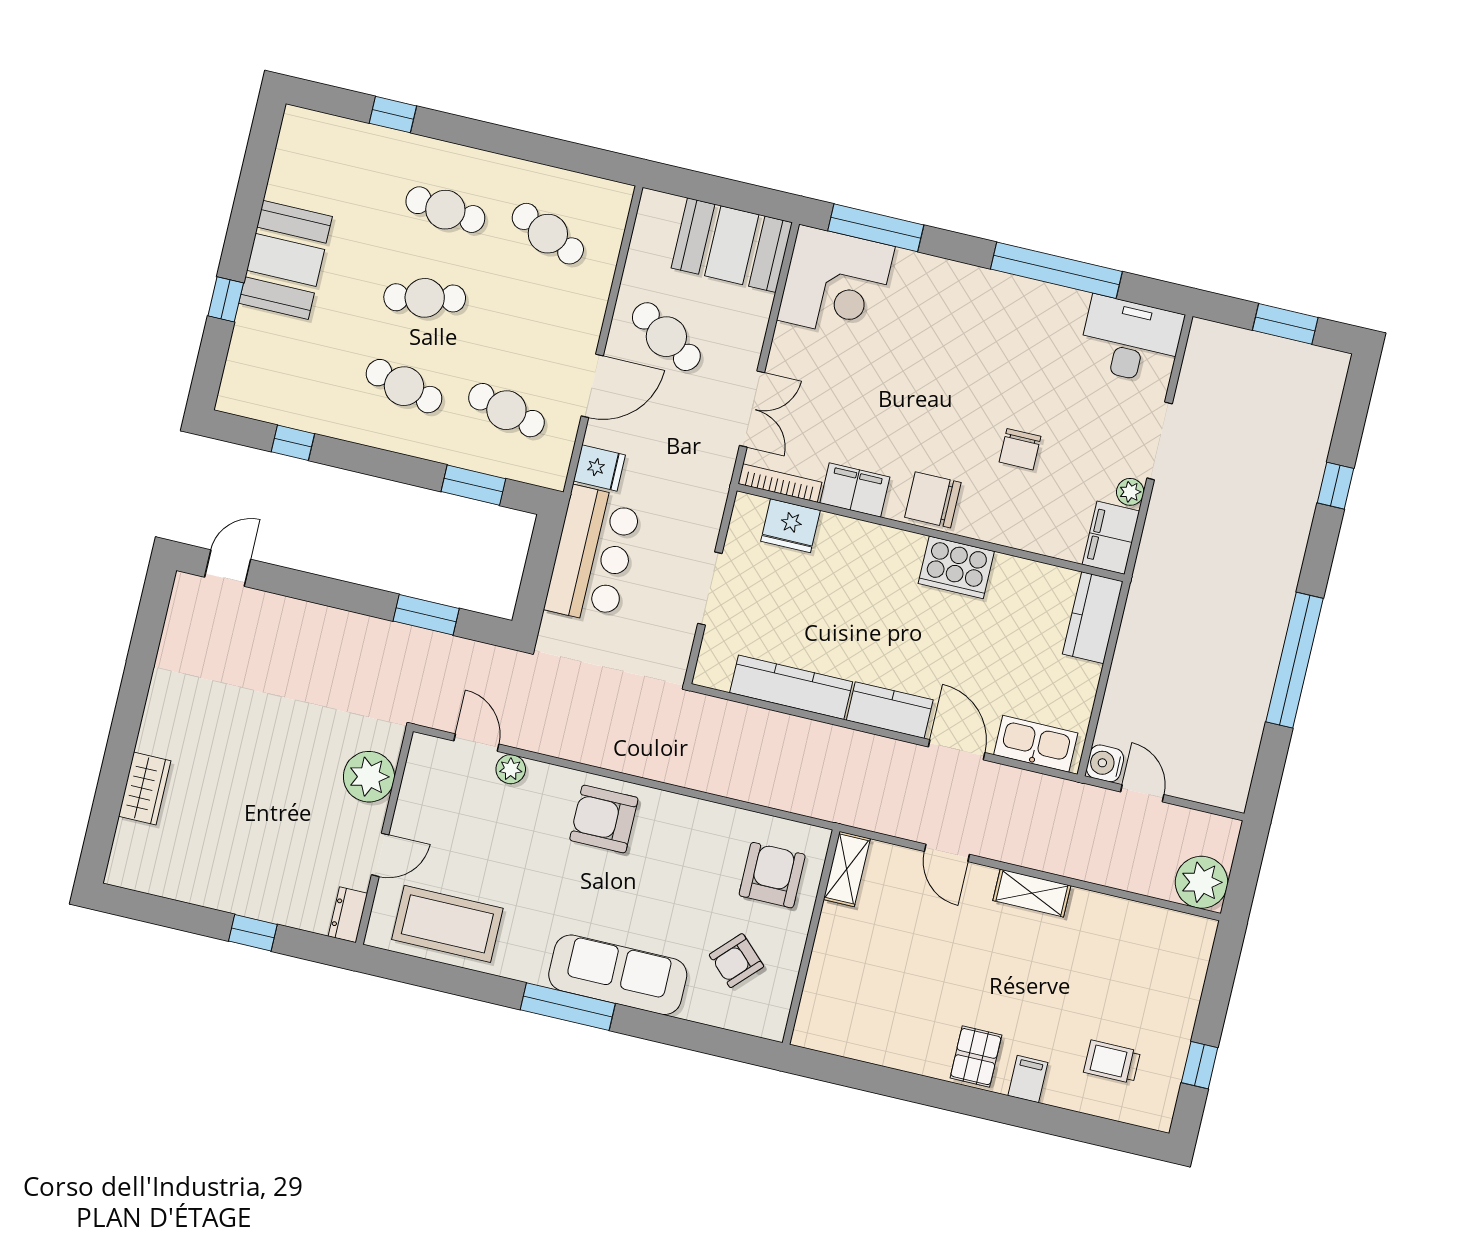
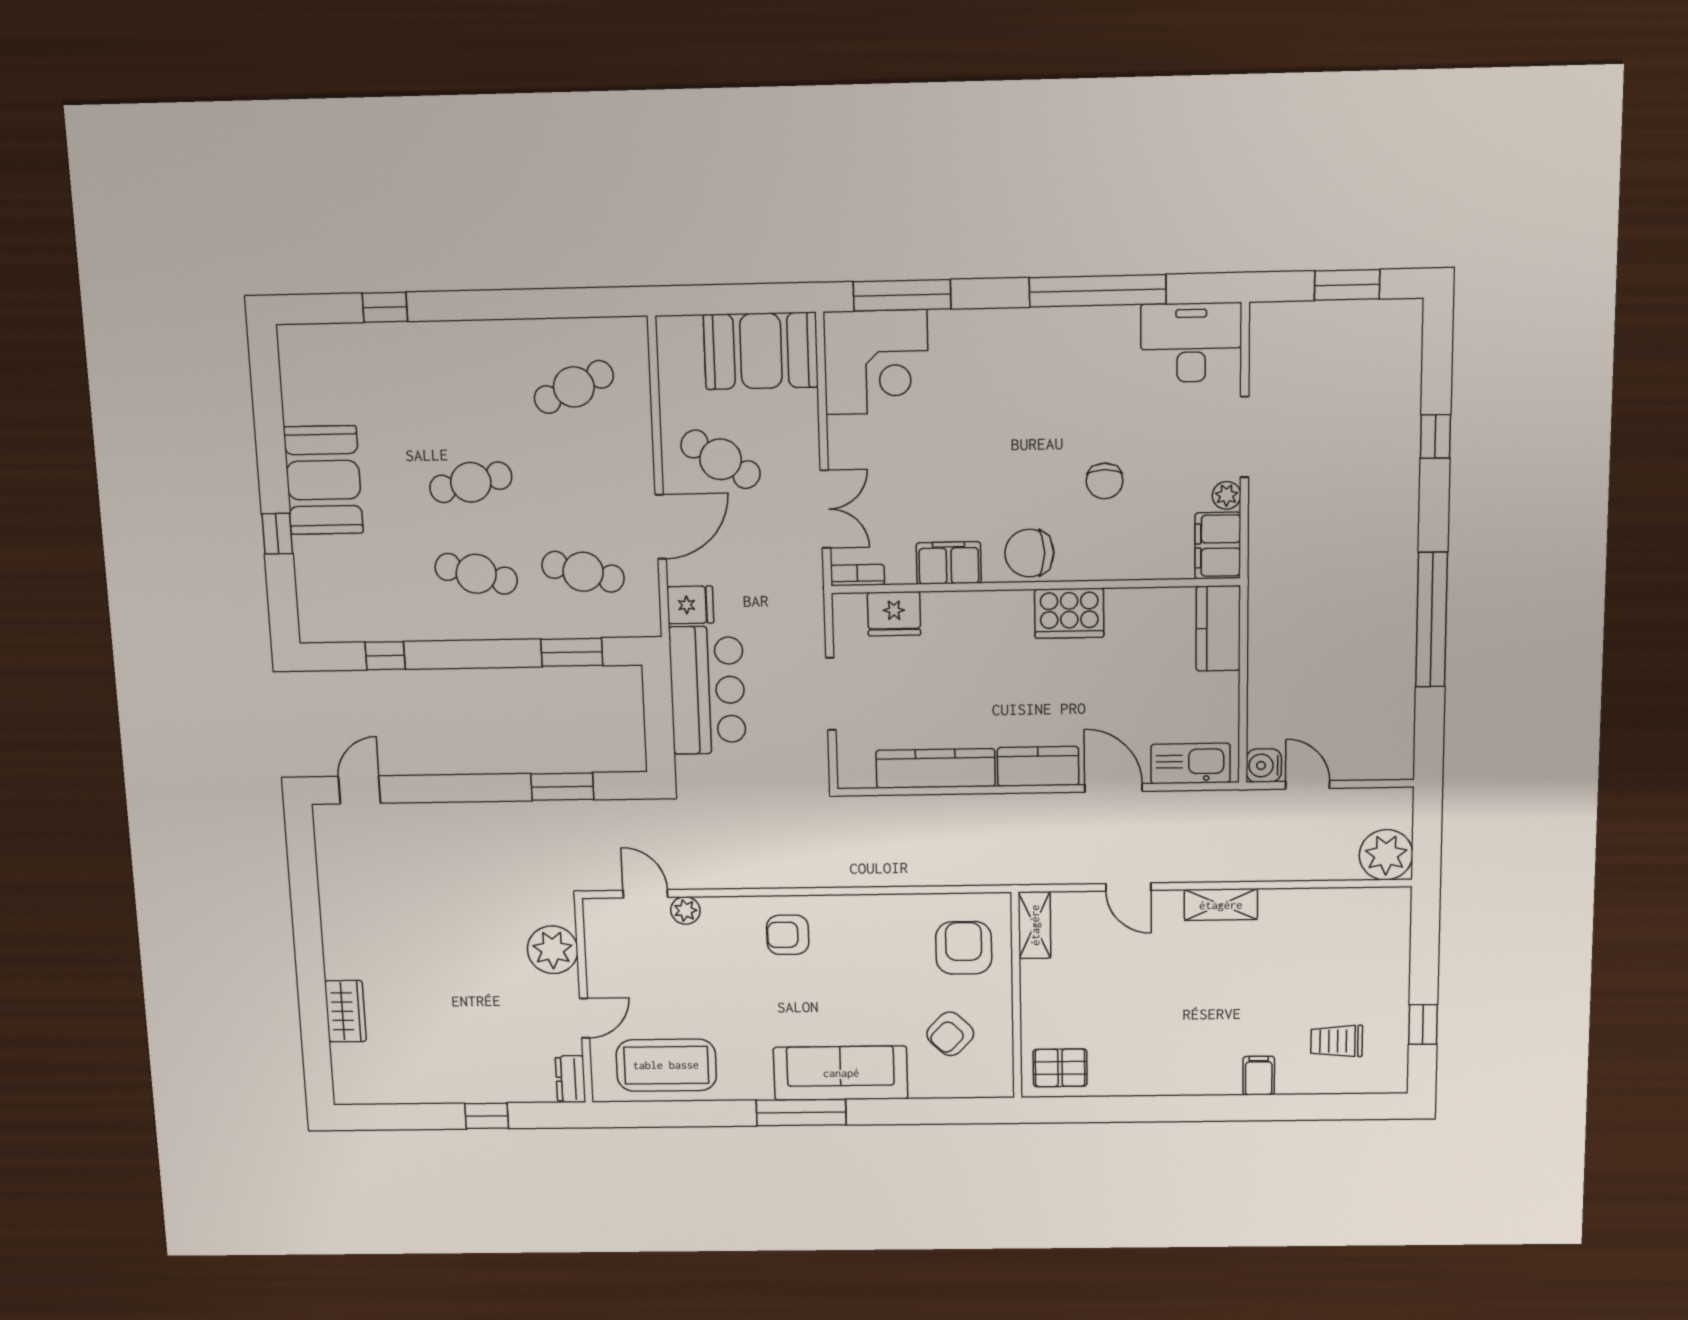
cafe table: (445, 210) -> (465, 389), removed
cafe table: (548, 234) -> (574, 387), turned -48
bookcase: (780, 483) -> (857, 575), width x0.64
armchair: (604, 819) -> (788, 935), width x0.72, depth x0.72
pallet: (976, 1057) -> (1060, 1068), moved, turned 90

